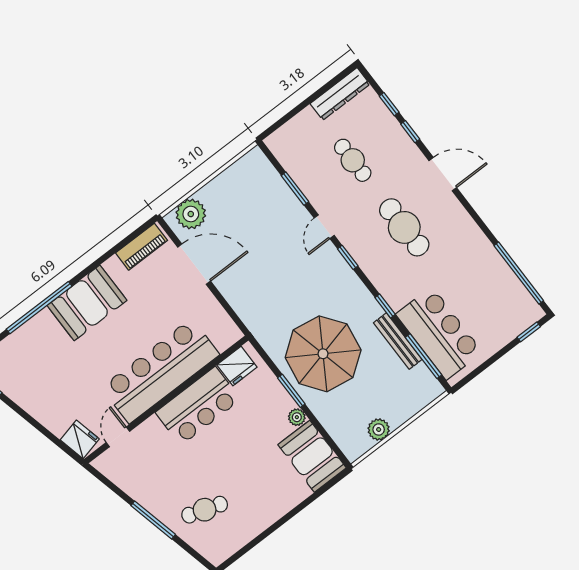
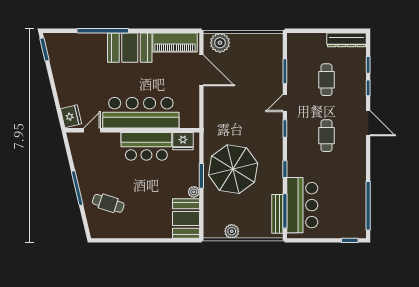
cafe table: (404, 227) -> (326, 136), width x0.73, depth x0.74
piano: (141, 247) -> (175, 42), width x1.37, depth x1.33
bench: (398, 341) -> (277, 214), moved

